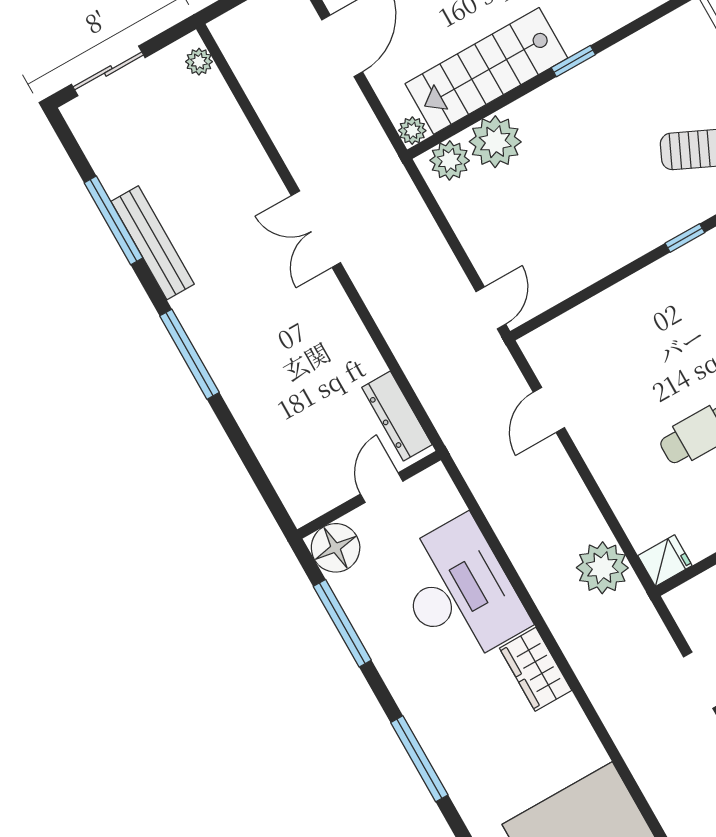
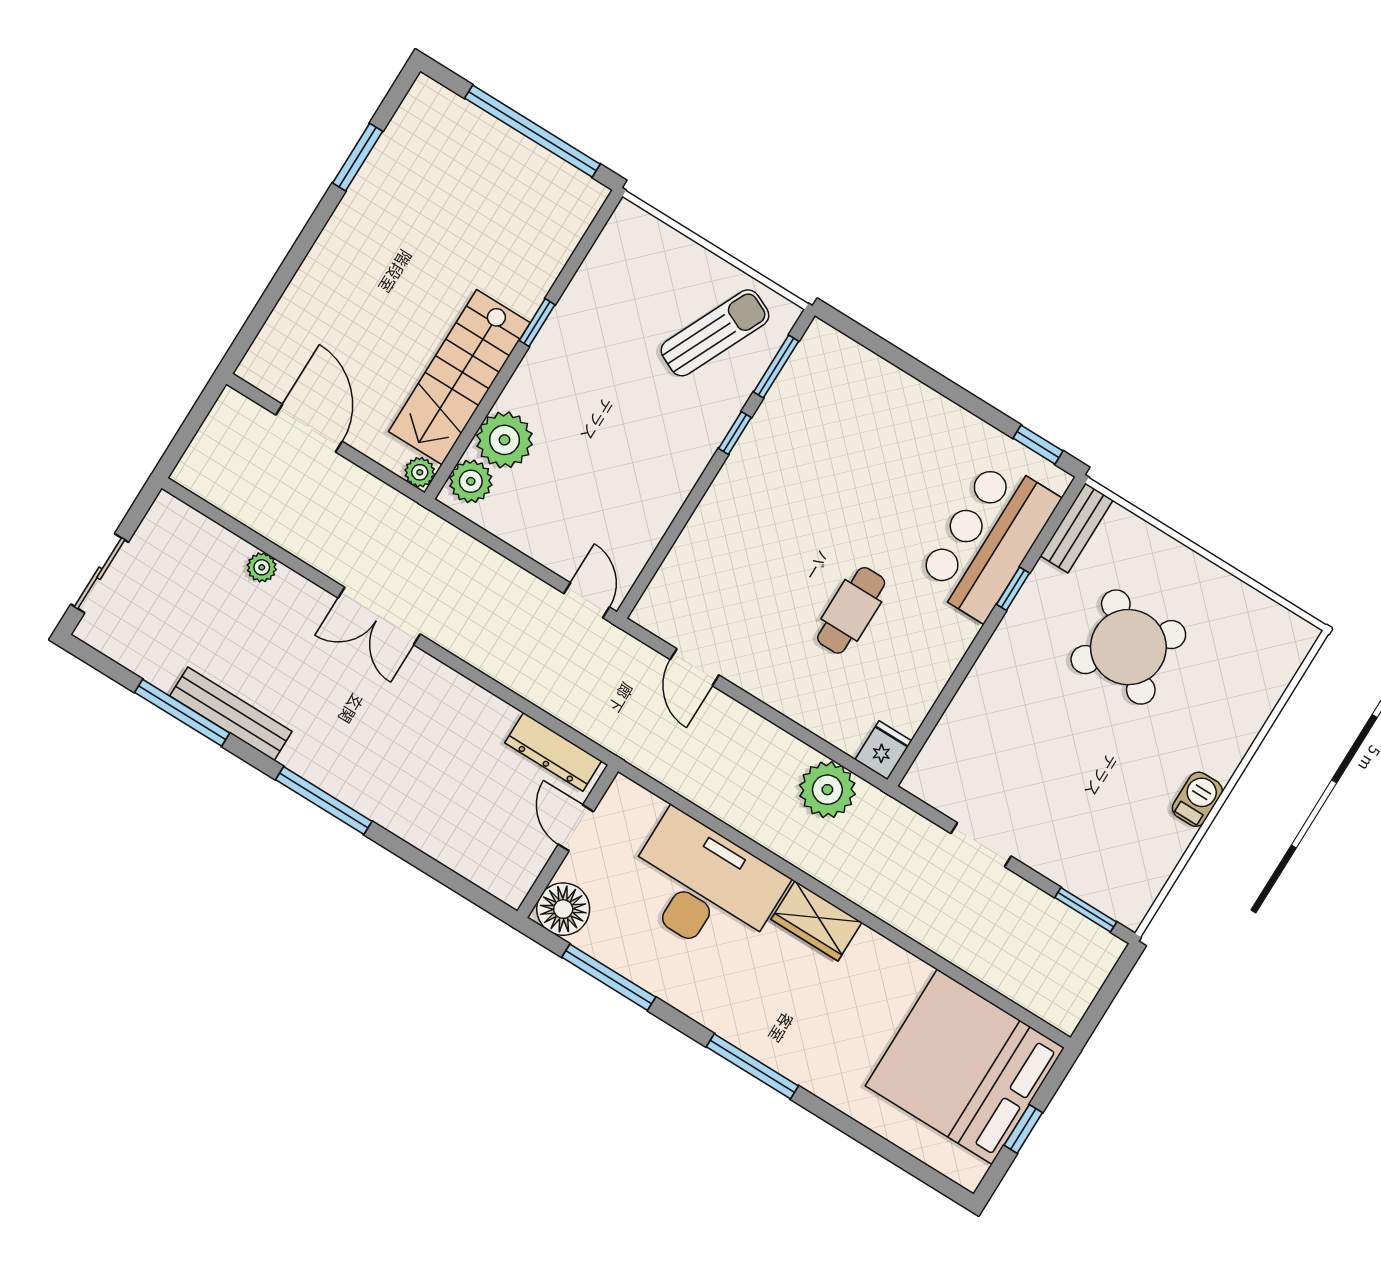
plant: (199, 62) -> (262, 567), moved

